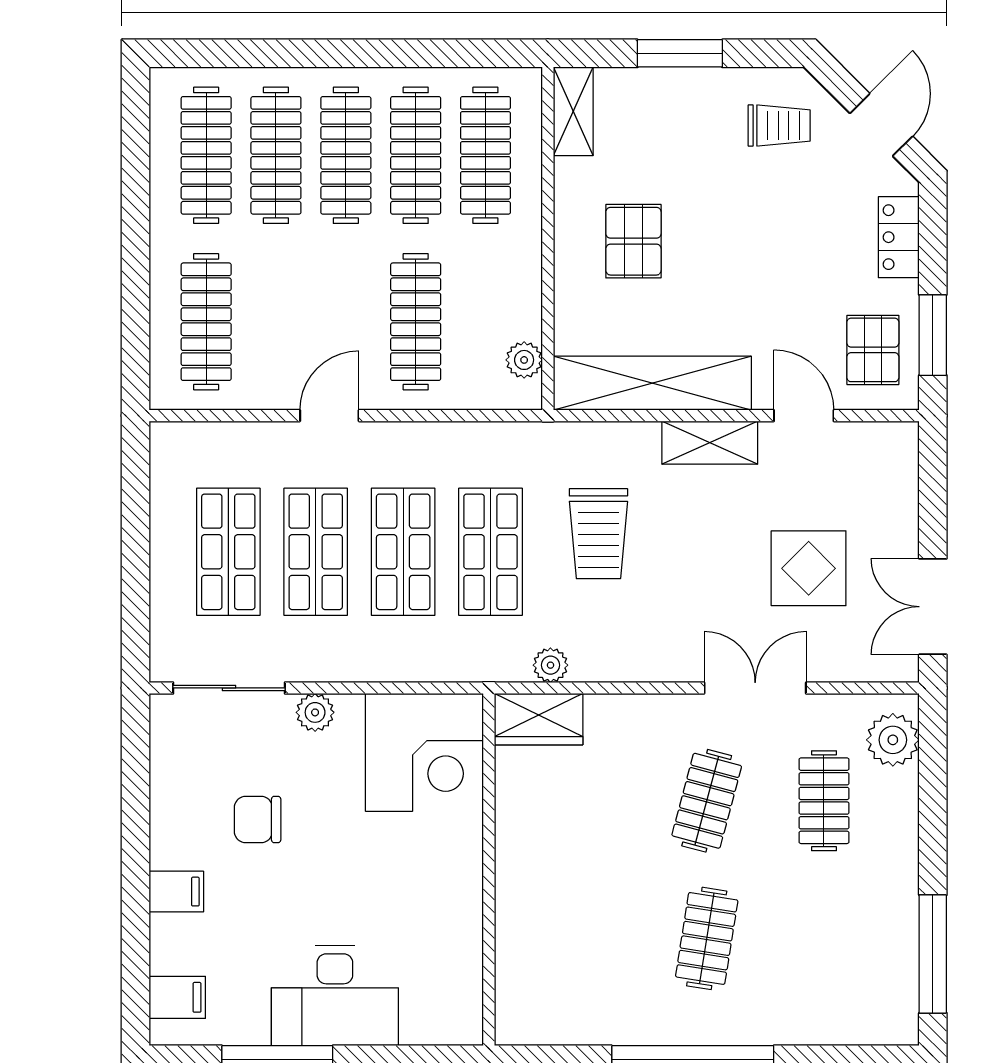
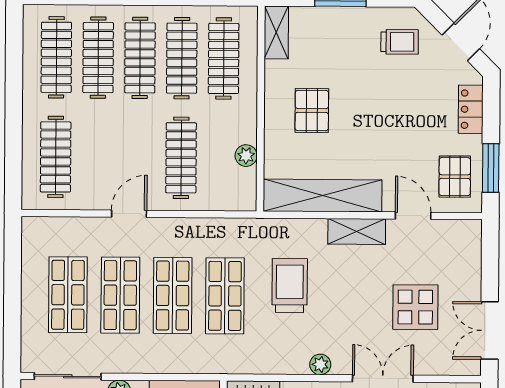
plant: (524, 360) -> (246, 156), moved
trolley: (598, 534) -> (290, 286), turned 180
plant: (550, 665) -> (320, 364), moved

